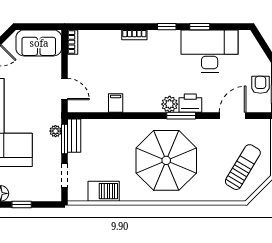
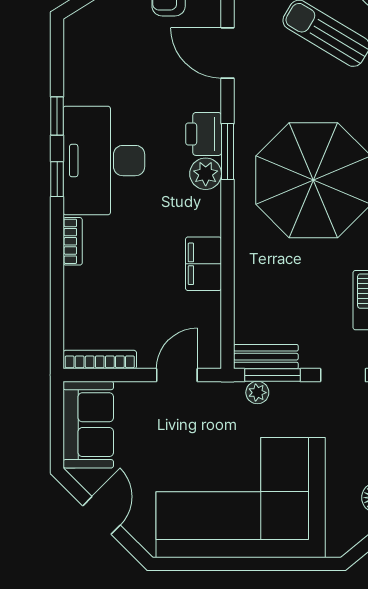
bookcase: (73, 42) -> (100, 360), width x1.56
desk: (210, 51) -> (104, 161), moved
filing cabinet: (116, 103) -> (203, 264), width x2.00

